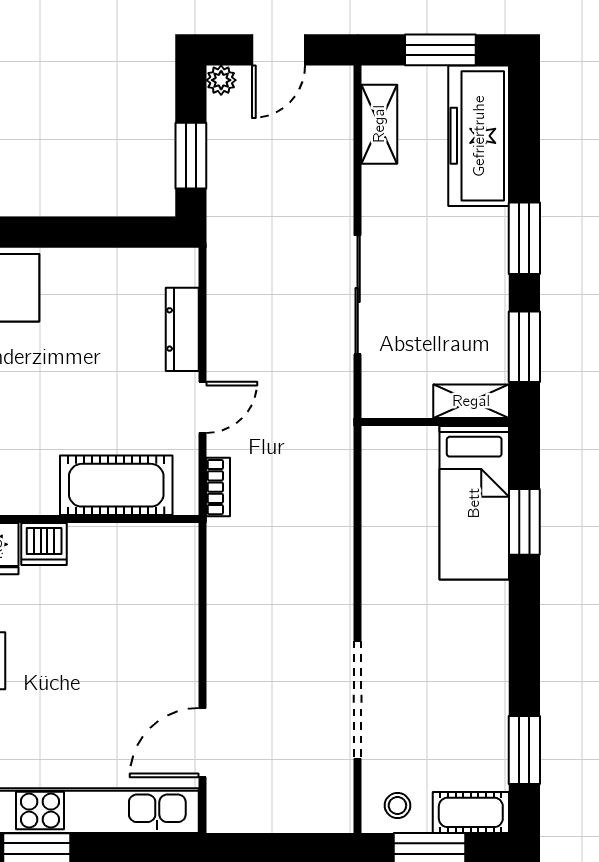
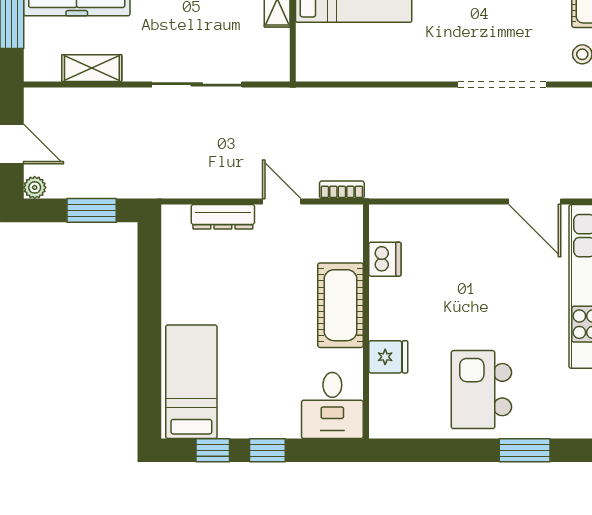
shelving: (379, 124) -> (92, 68), moved
cot: (116, 485) -> (341, 305), moved
dishwasher: (44, 544) -> (385, 259), moved

